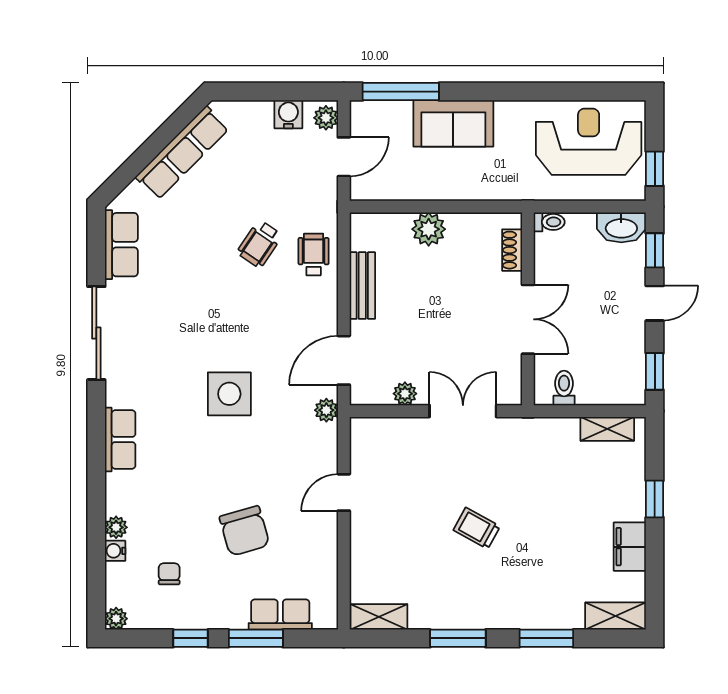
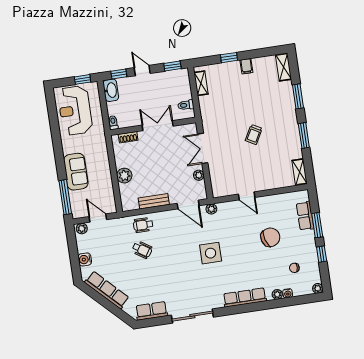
water cooler: (288, 114) -> (85, 259), moved
row of seats: (120, 439) -> (245, 297), width x1.48
filing cabinet: (630, 547) -> (246, 66), width x0.50

